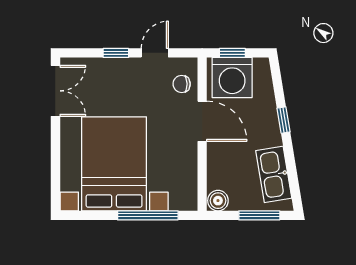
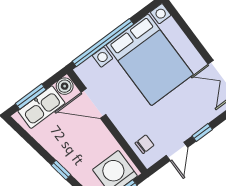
door: (202, 121) -> (93, 103), moved
kitchen sink: (274, 174) -> (41, 107), moved, turned 99
window: (148, 215) -> (103, 43), width x1.46

